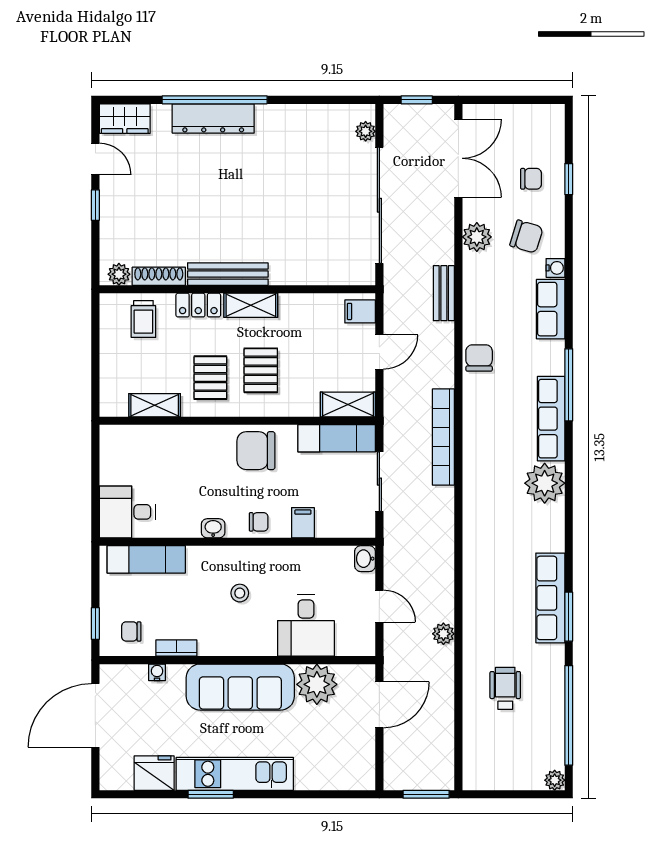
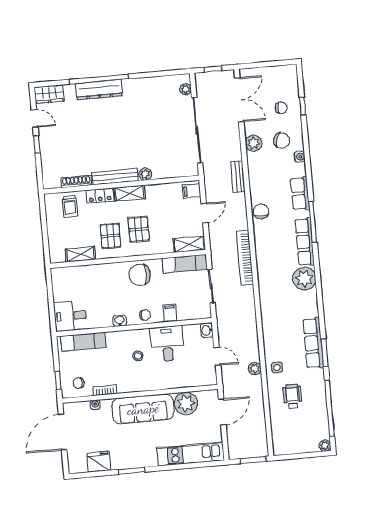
plant: (119, 274) -> (145, 174), moved
row of seats: (551, 309) -> (300, 193), moved
desk: (306, 626) -> (167, 344), moved, turned 180
side table: (483, 635) -> (277, 367), added
kitchen unit: (235, 774) -> (190, 454), moved

